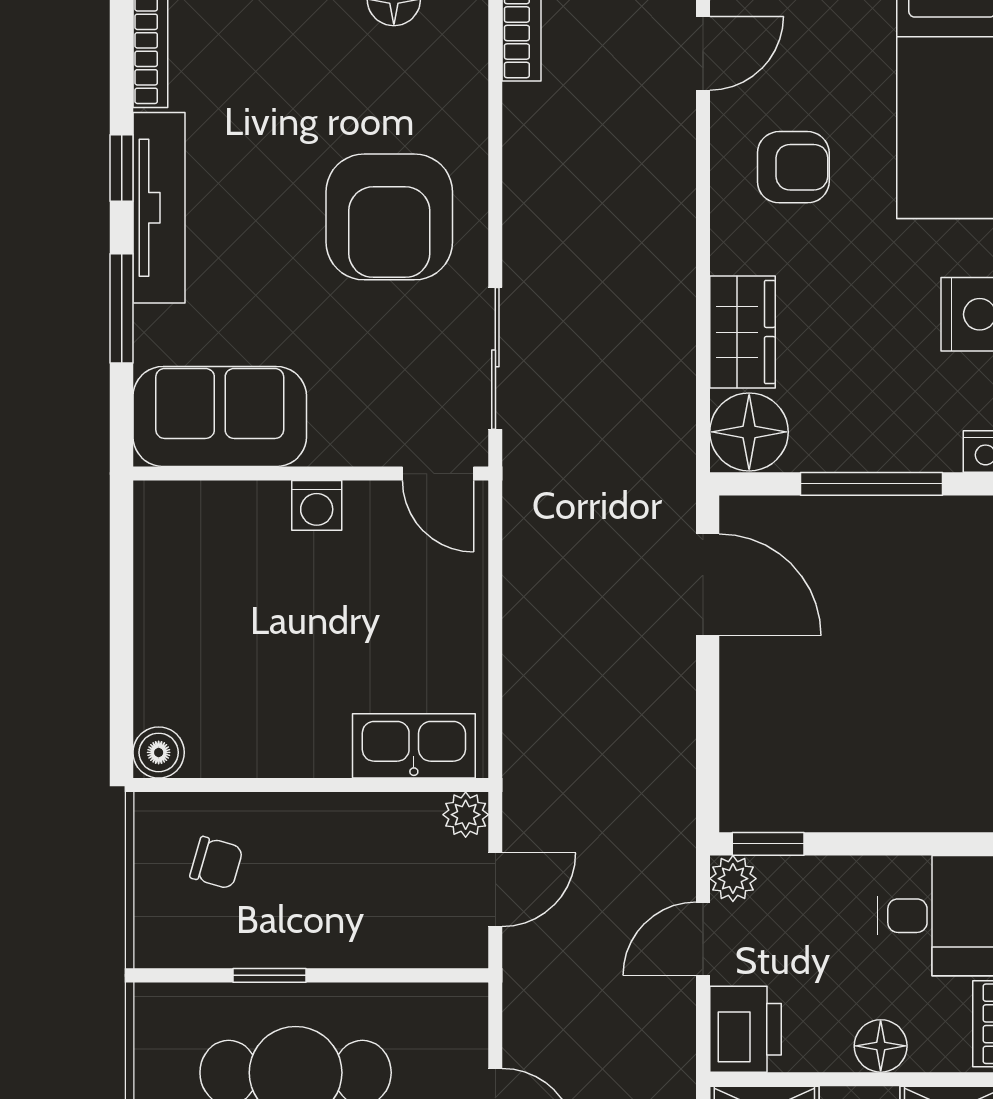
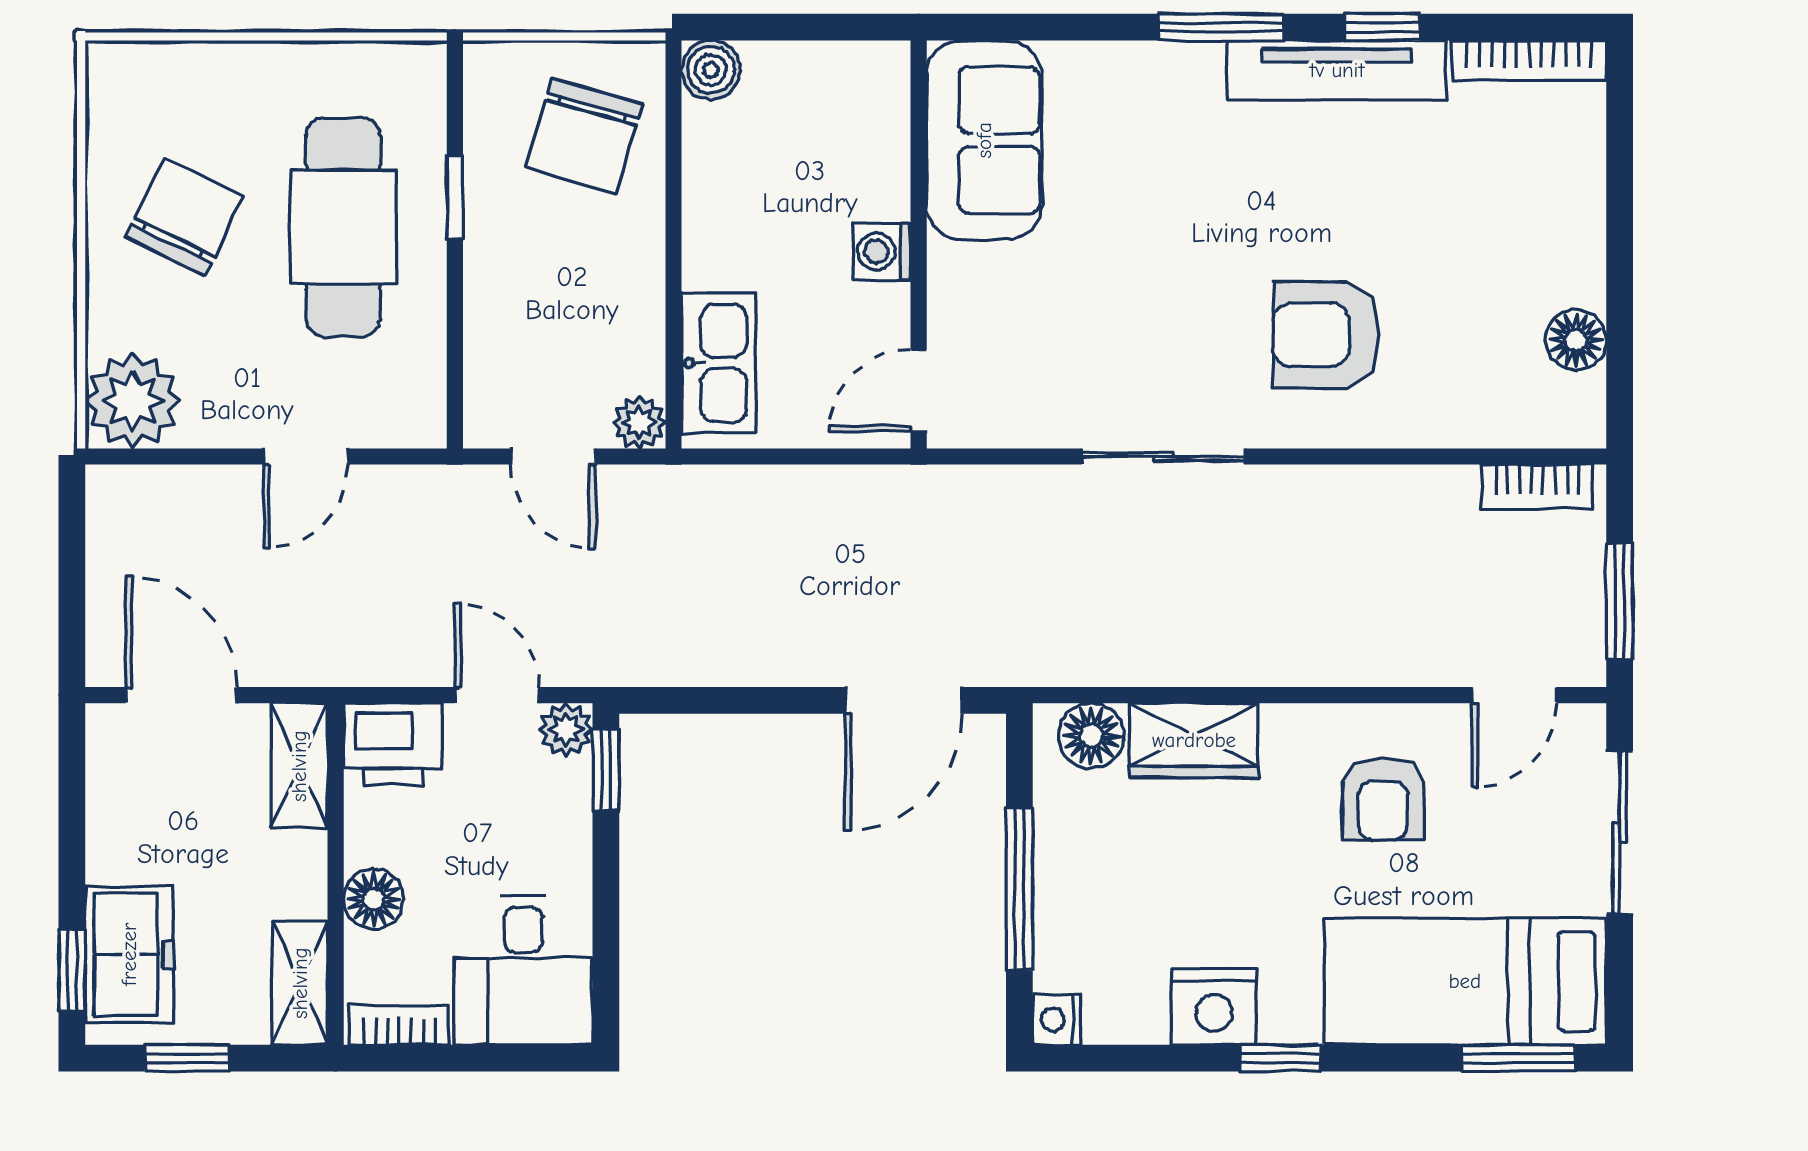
door: (703, 53) -> (1514, 695), hinge flipped
armchair: (389, 217) -> (1326, 335), width x0.73, depth x0.73
sofa: (220, 416) -> (984, 140), moved
floor lamp: (749, 432) -> (1091, 736), width x0.73, depth x0.73
wall: (311, 474) -> (919, 245), moved
door: (438, 474) -> (919, 391), moved
washing machine: (317, 505) -> (882, 251), moved
chair: (216, 863) -> (584, 136), width x1.87, depth x1.87

